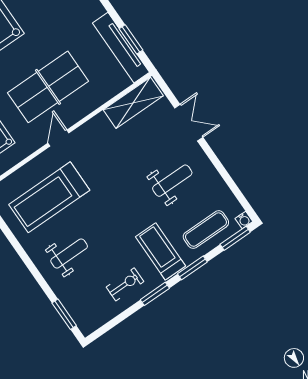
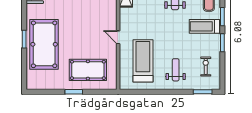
table tennis table: (48, 87) -> (91, 26), removed
treadmill: (49, 197) -> (143, 61), turned 180
exercise bike: (125, 284) -> (206, 66), moved

